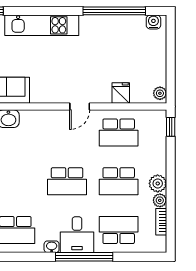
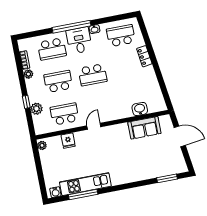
window: (114, 11) -> (83, 194), width x0.68
kitchen unit: (42, 25) -> (85, 184), moved
window: (171, 127) -> (26, 102), moved
school desk: (67, 181) -> (93, 75), turned 180
plant: (158, 183) -> (36, 109), moved

